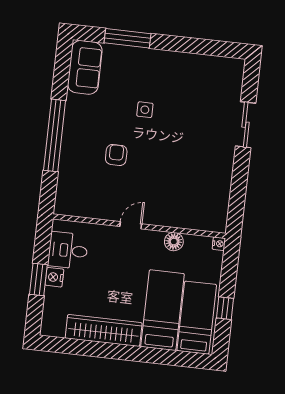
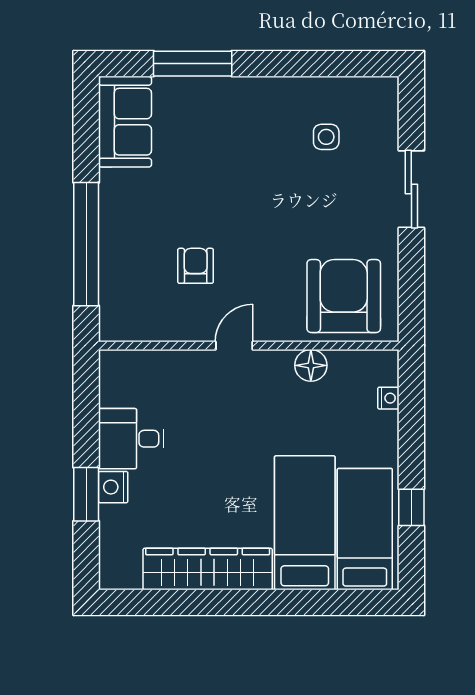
side table: (145, 110) -> (326, 137), moved
armchair: (200, 182) -> (344, 296), added
door: (131, 225) -> (234, 346), moved
wall: (139, 226) -> (249, 346), moved
floor lamp: (174, 242) -> (311, 365), moved

